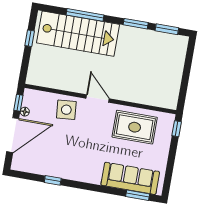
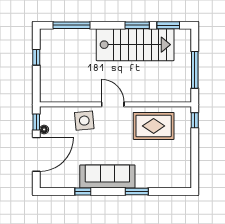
window: (85, 15) -> (71, 25), moved
stairs: (78, 34) -> (135, 45), moved
window: (185, 78) -> (195, 70), added
sofa: (130, 178) -> (107, 177), moved
window: (138, 195) -> (137, 192), moved

